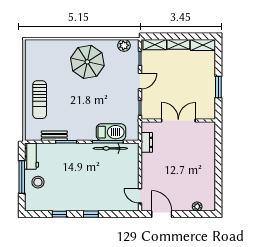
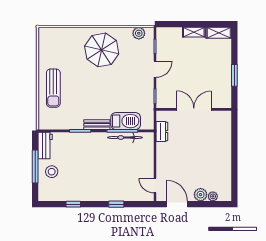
shelving: (155, 45) -> (170, 32), removed
bench: (54, 136) -> (97, 125), moved
plant: (185, 205) -> (201, 195), added
window: (91, 214) -> (116, 204), moved

